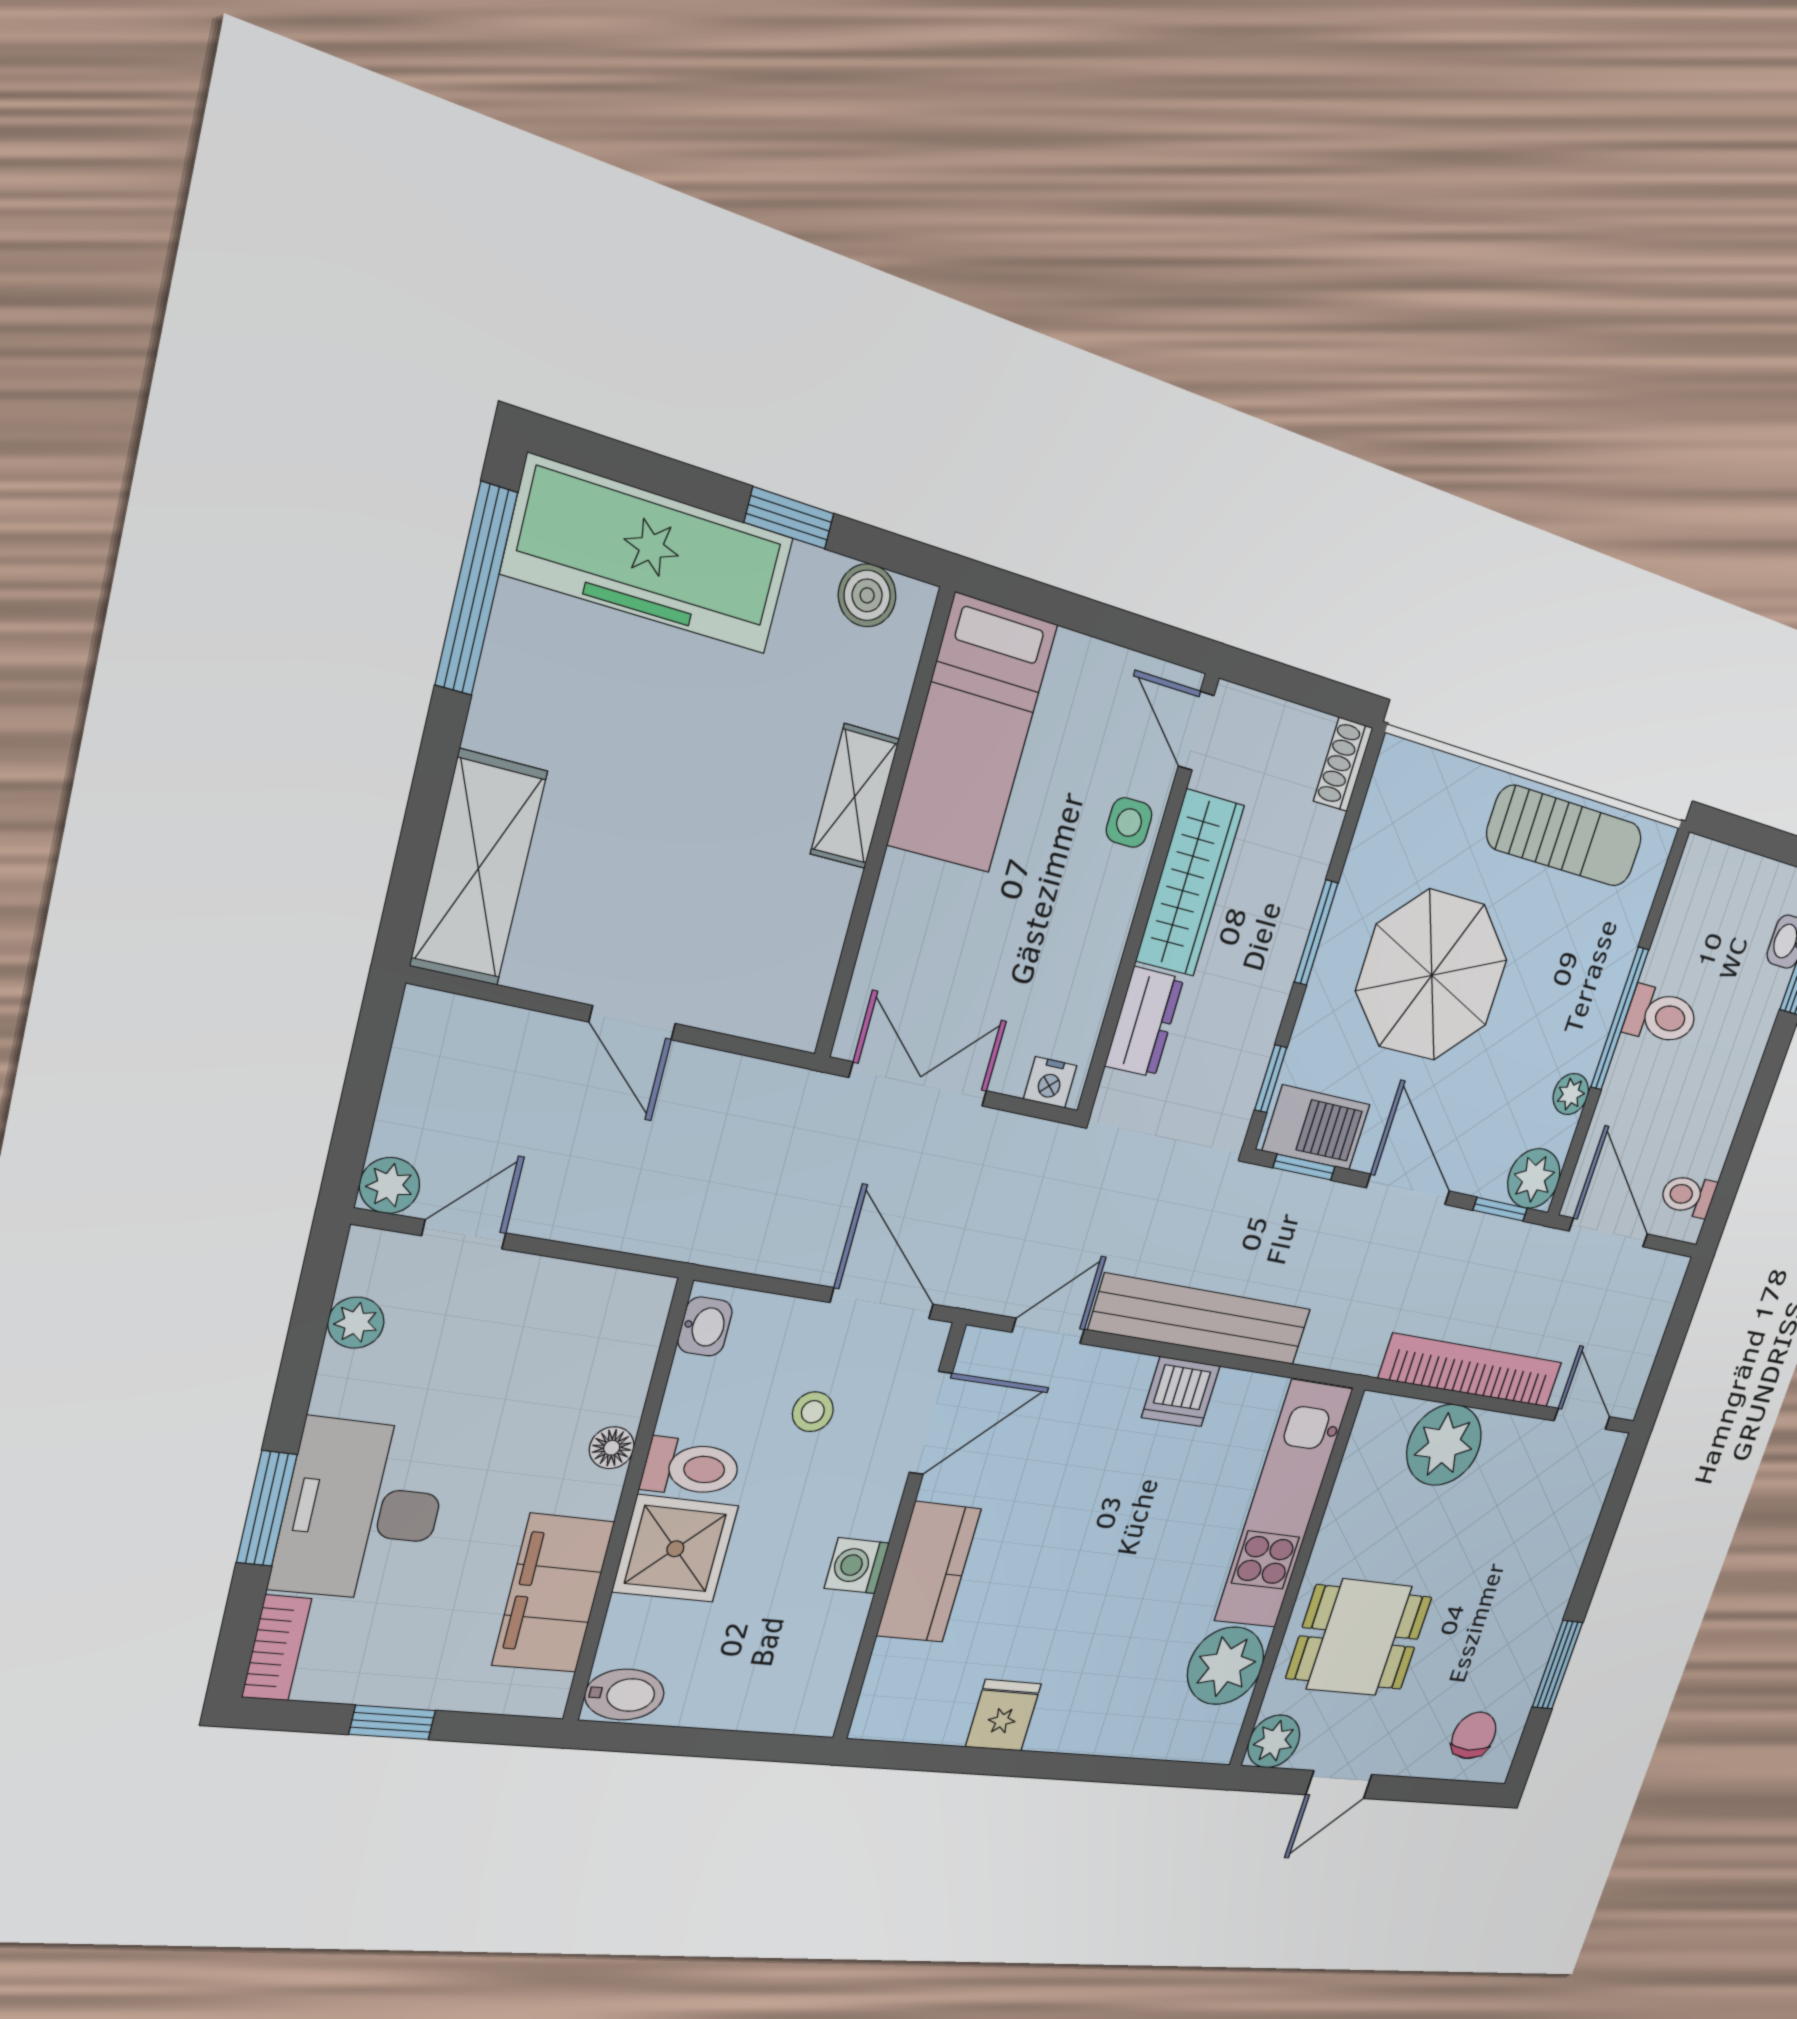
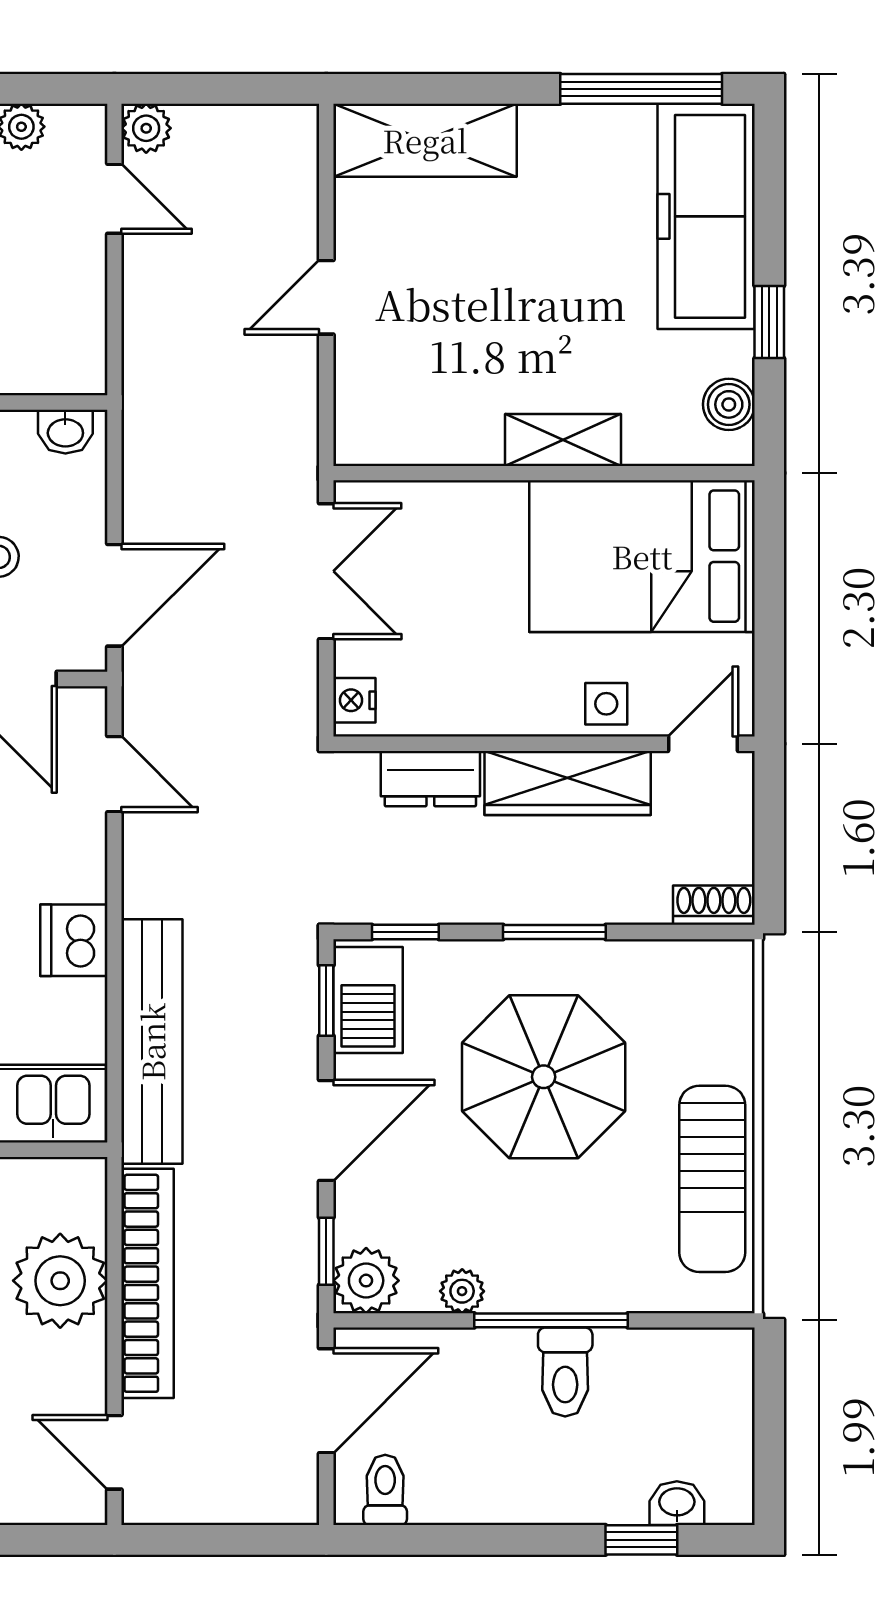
bed: (972, 735) -> (642, 556), width x1.50
bench: (1201, 1320) -> (152, 1042), moved
door: (1582, 1419) -> (114, 1452), swing flipped

